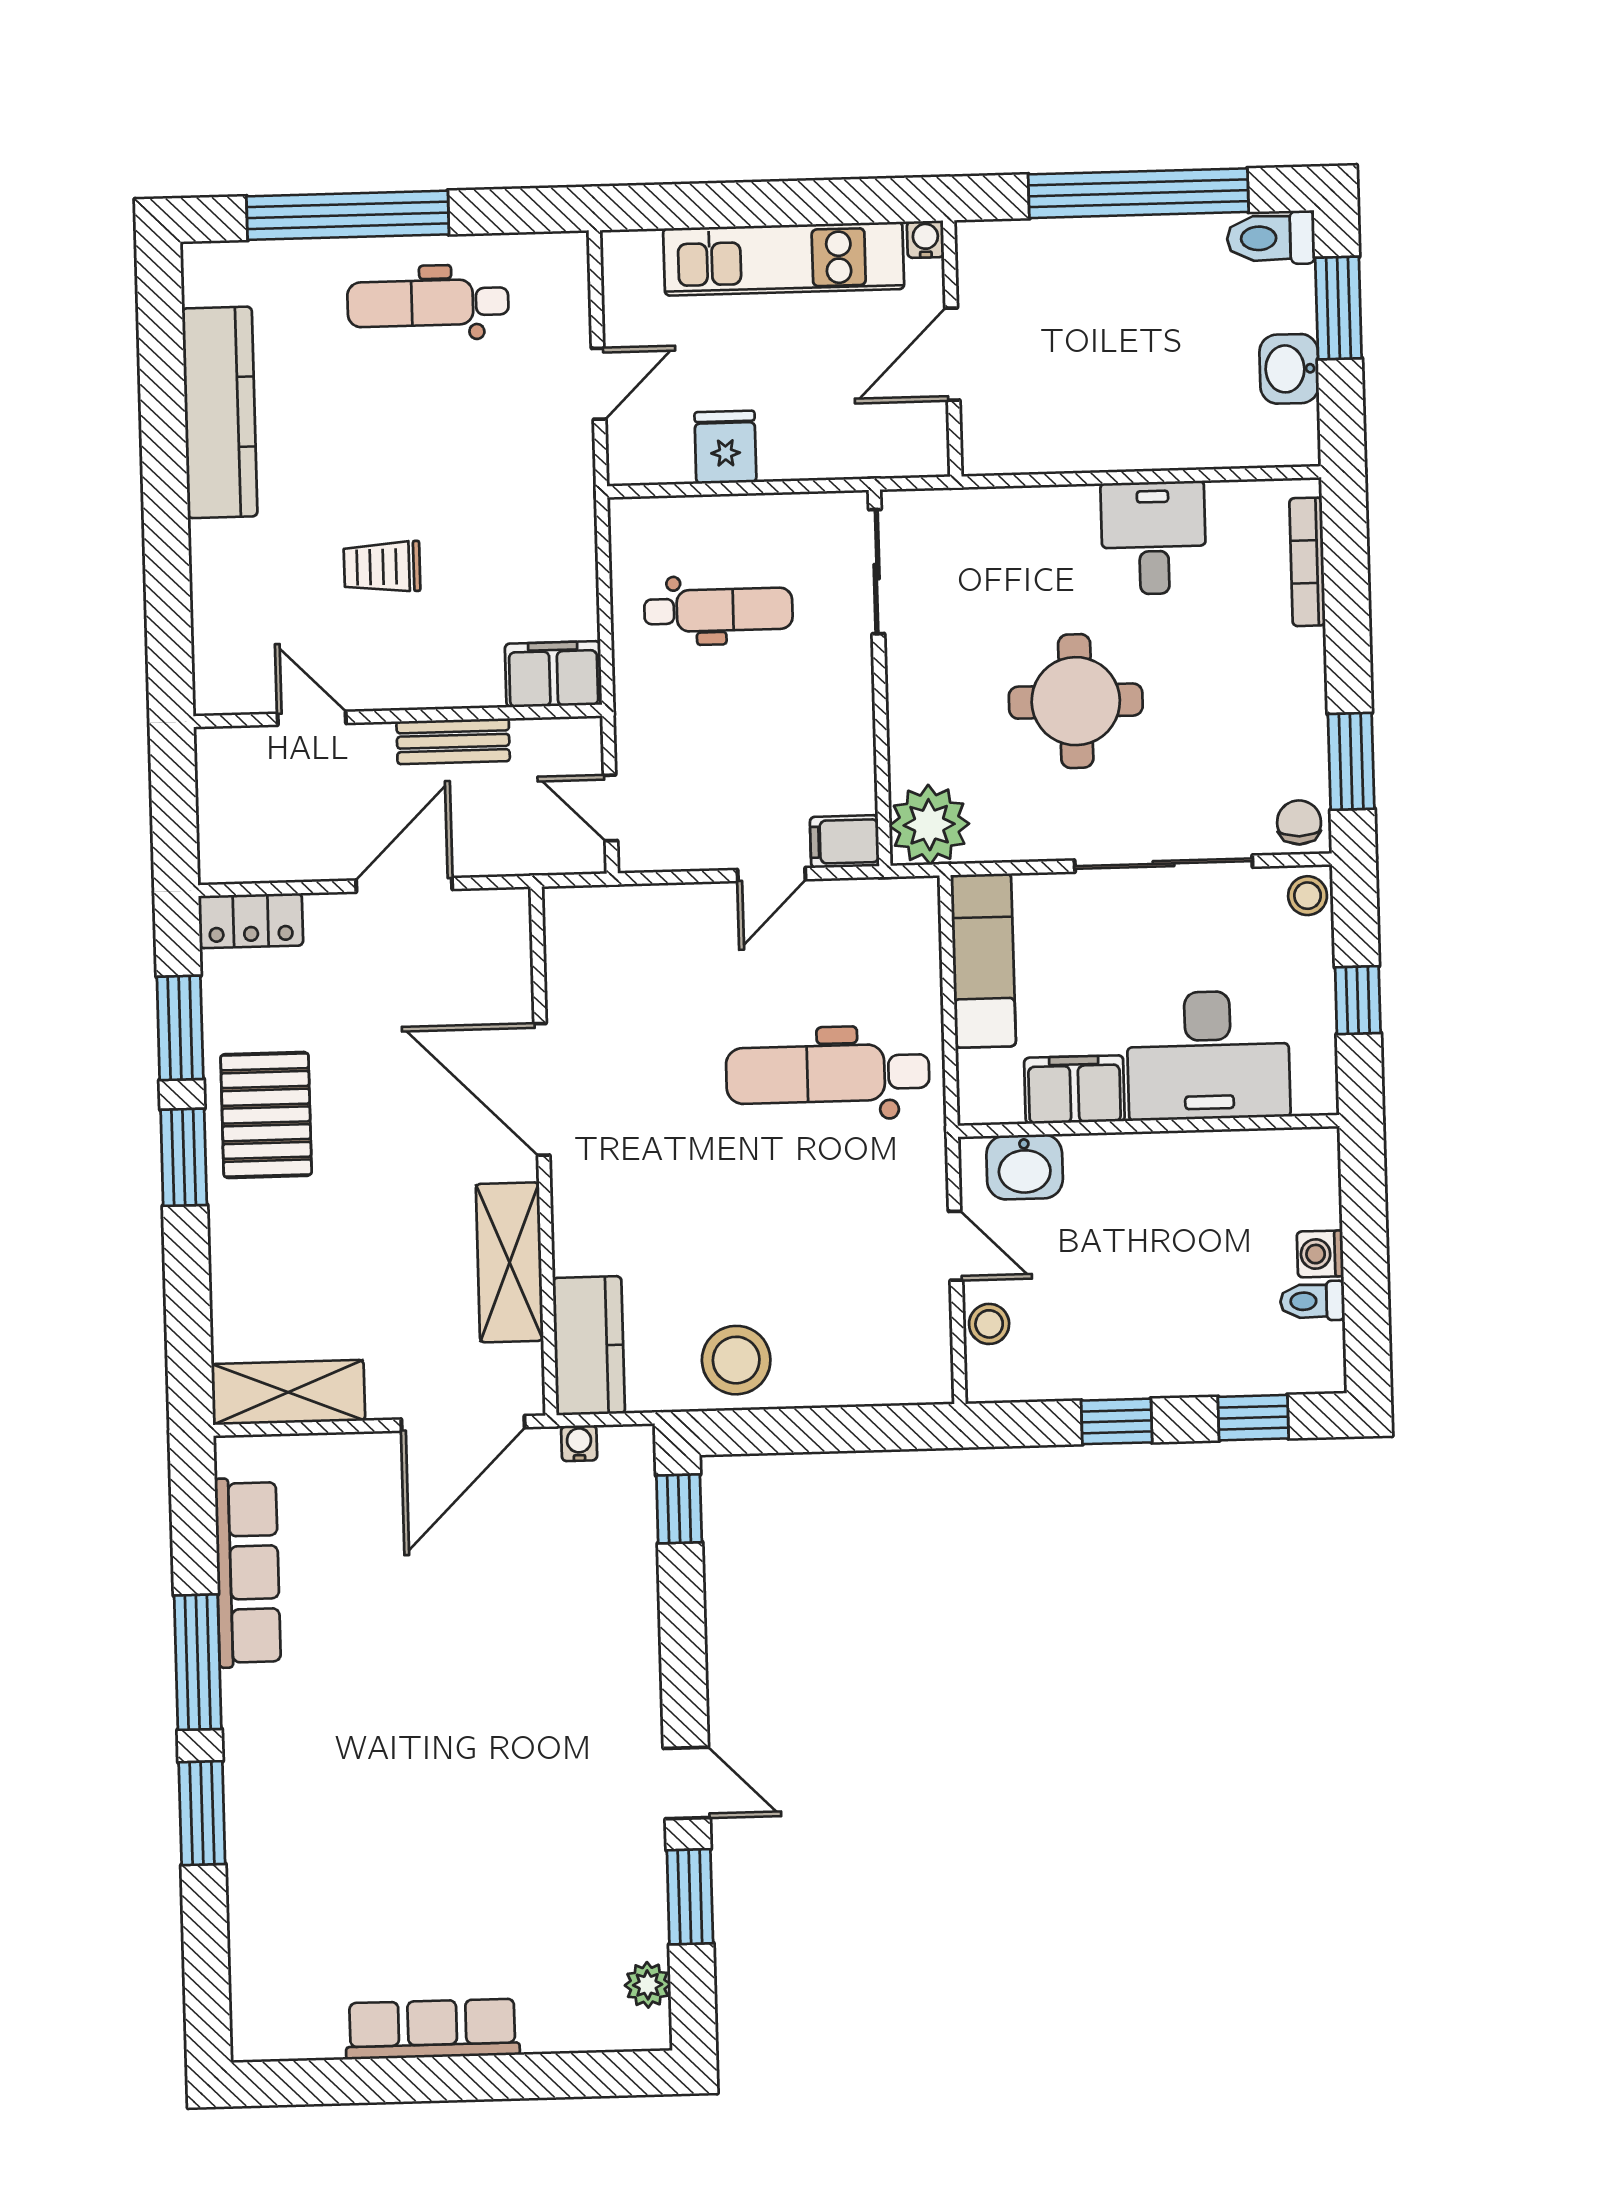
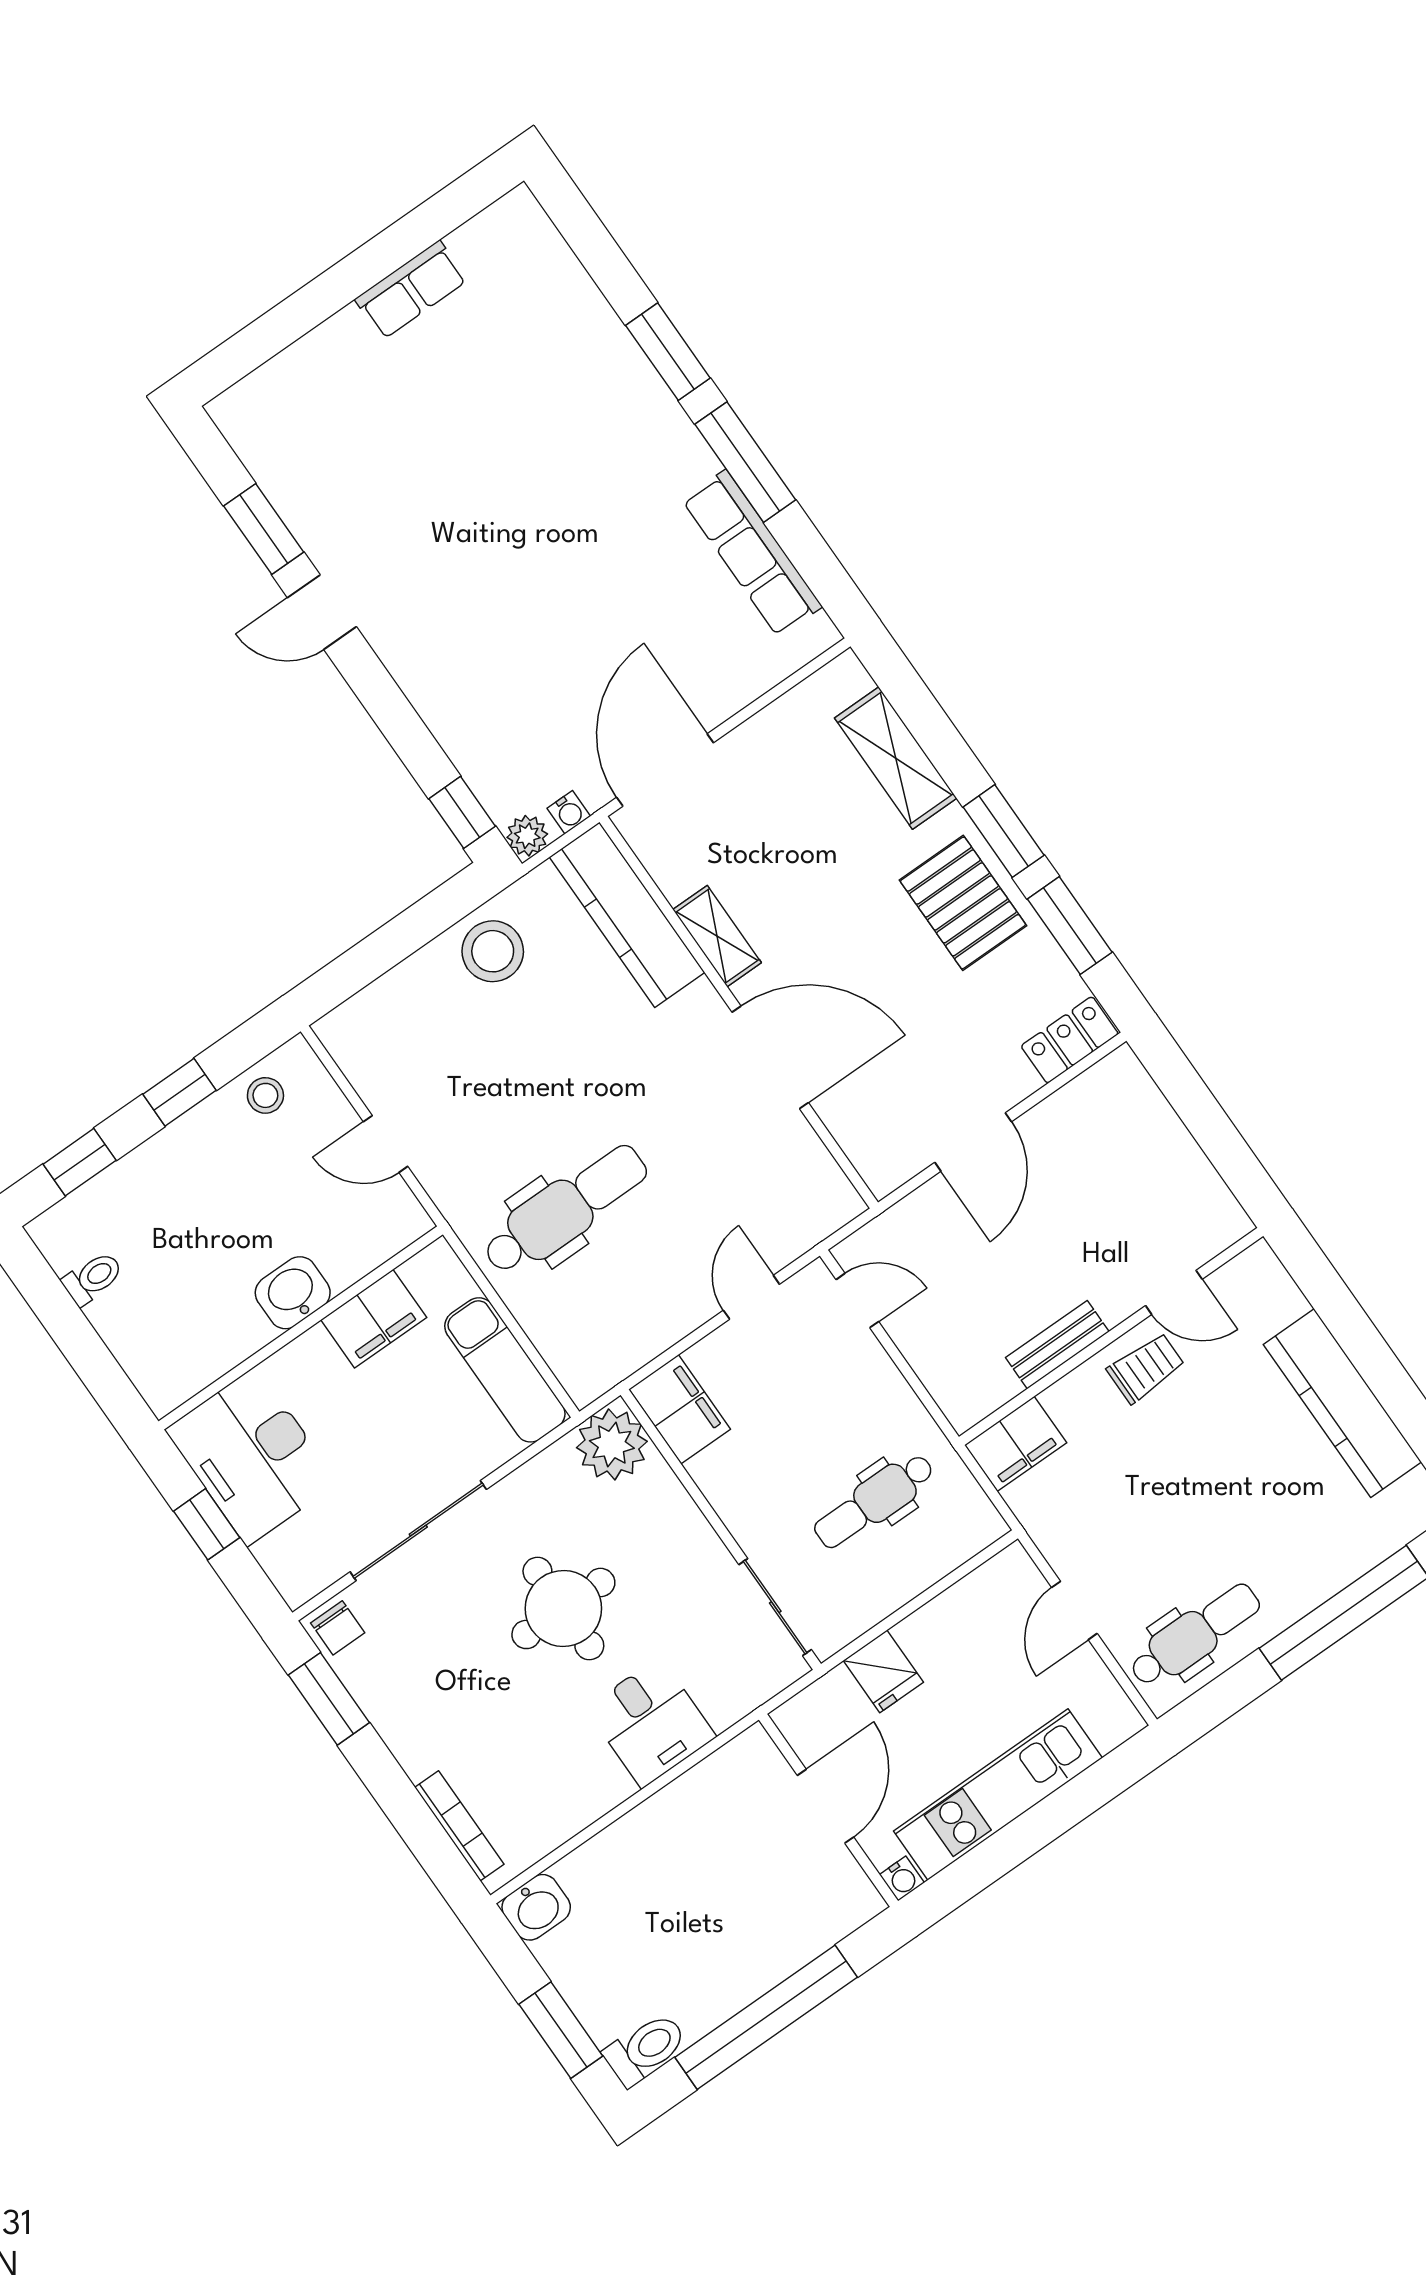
dental chair: (428, 303) -> (1195, 1635), moved
washbasin: (1289, 369) -> (536, 1907), moved, turned 90
fridge: (725, 447) -> (883, 1671), moved
desk: (1154, 538) -> (651, 1722), moved
filing cabinet: (553, 674) -> (1016, 1444), moved
wall: (398, 716) -> (1111, 1336), moved
door: (312, 718) -> (1174, 1292), moved
bench: (453, 741) -> (1057, 1345), moved
filing cabinet: (845, 842) -> (680, 1409), width x2.00
door: (771, 875) -> (751, 1297), moved
stool: (1308, 896) -> (295, 1577), removed
desk: (1208, 1055) -> (252, 1456), moved, turned -90
washbasin: (1025, 1167) -> (293, 1293), moved
washing machine: (1320, 1254) -> (110, 1317), removed
shelving: (510, 1262) -> (717, 936), width x0.67, depth x0.75
stool: (989, 1324) -> (265, 1095), moved
kitchen counter: (589, 1346) -> (627, 915), width x1.50
shelving: (288, 1392) -> (896, 758), moved, turned 90
plant: (648, 1985) -> (527, 836), moved
row of seats: (432, 2029) -> (411, 290), width x0.68

